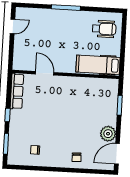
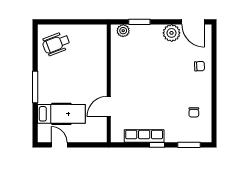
wheelchair: (104, 29) -> (56, 44), turned -111
hospital bed: (98, 65) -> (61, 114), moved, turned -90
plant: (113, 90) -> (123, 31), added
row of seats: (17, 91) -> (144, 136), moved

